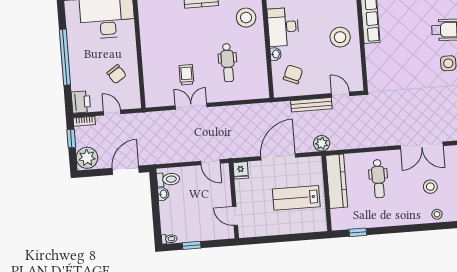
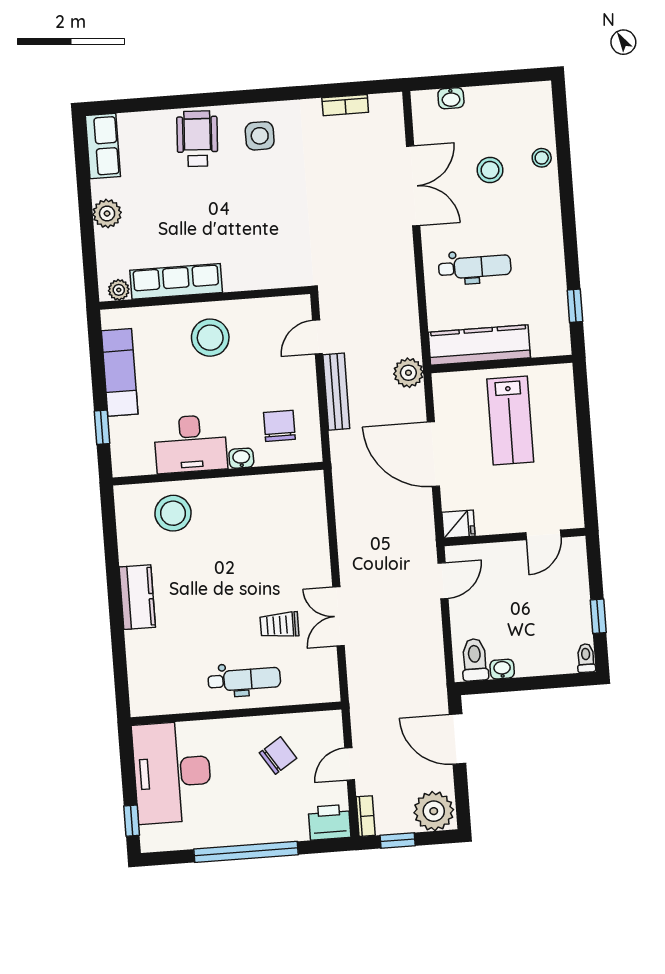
dental chair: (228, 63) -> (244, 679), moved
chair: (293, 74) -> (279, 426), turned 67

